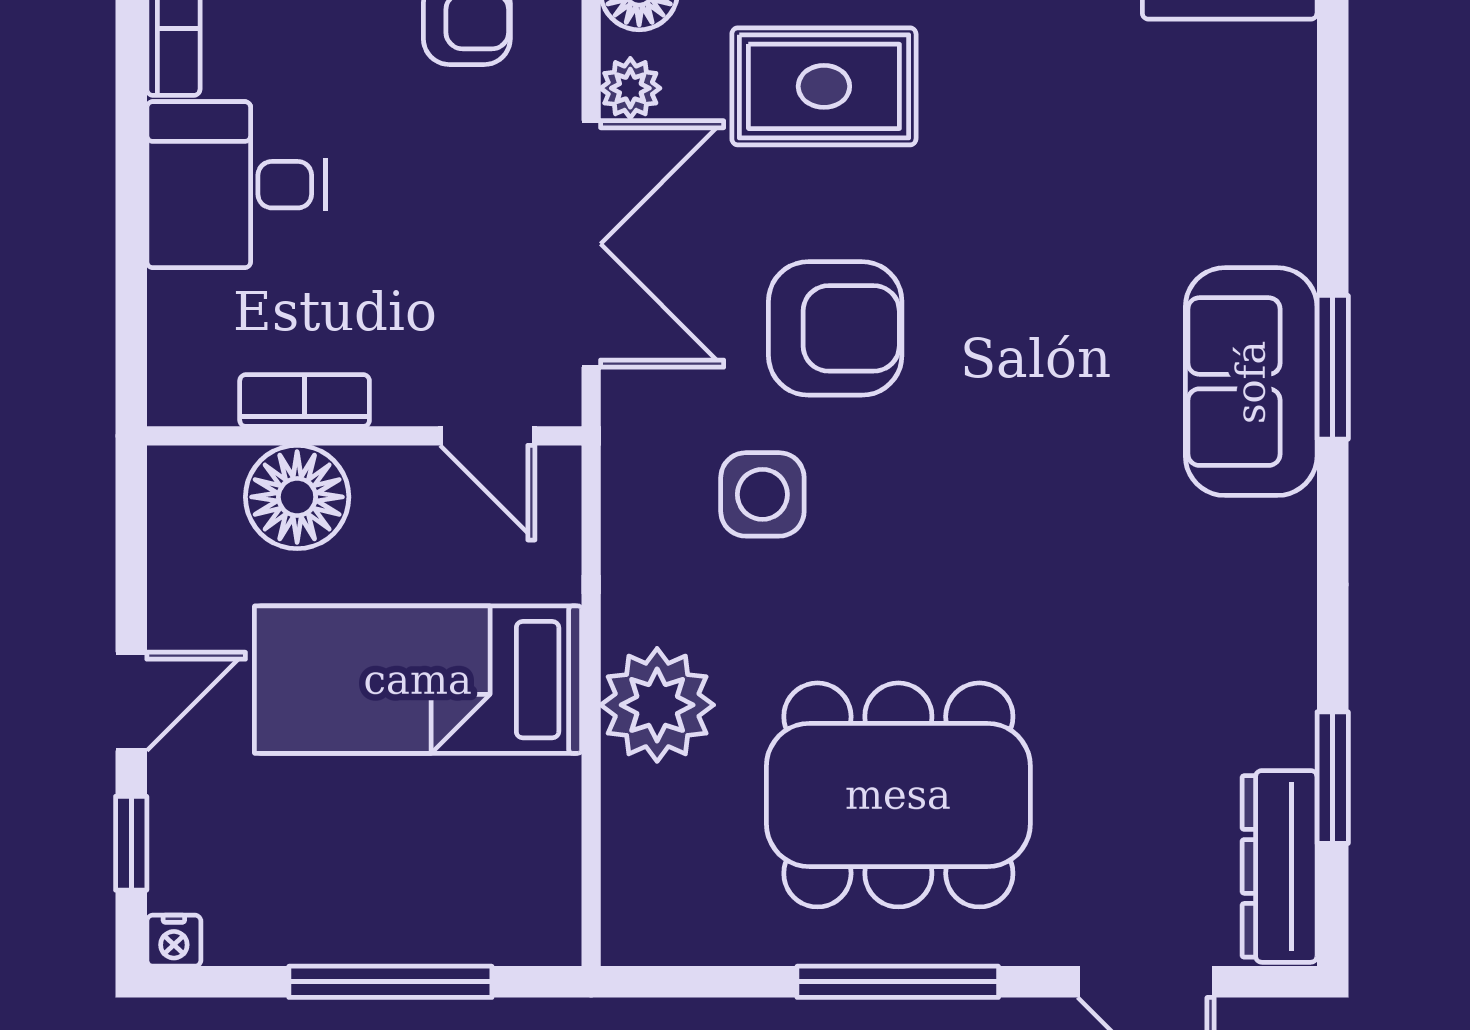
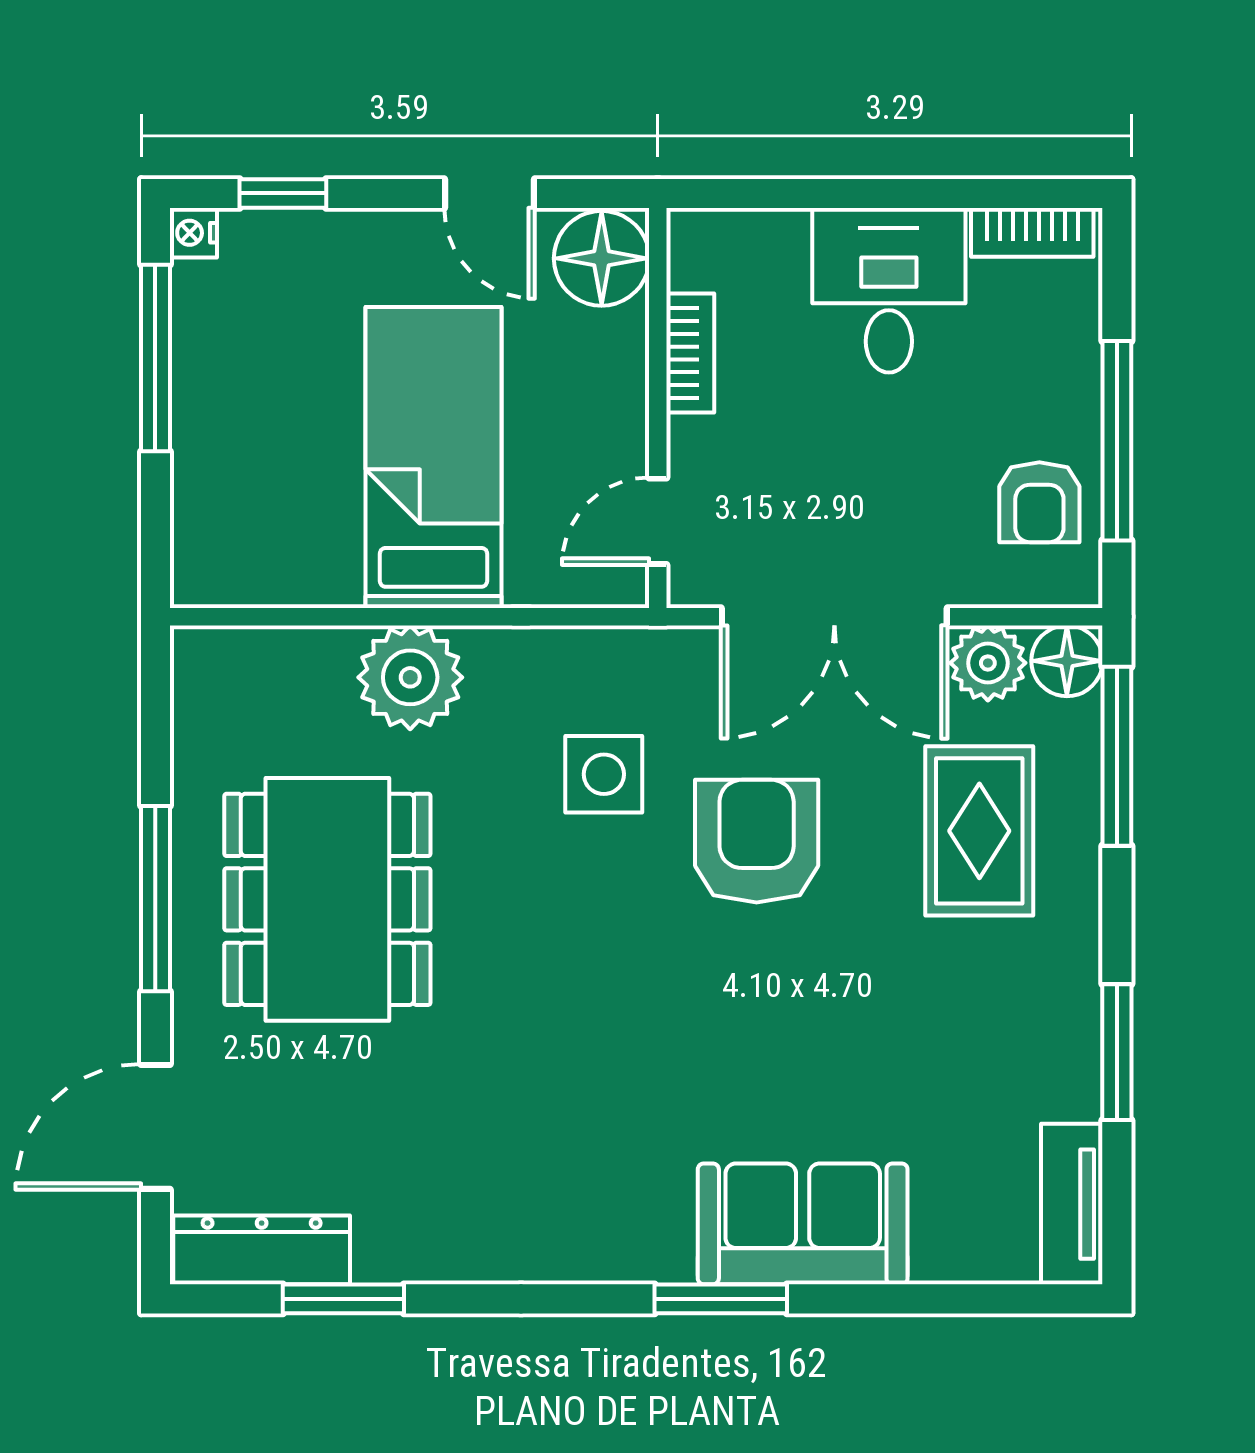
plant: (630, 88) -> (988, 663), width x1.38, depth x1.38
armchair: (835, 328) -> (757, 841), turned 180
sofa: (1251, 382) -> (803, 1224), moved
floor lamp: (297, 497) -> (602, 258), moved
door: (131, 701) -> (490, 193), moved
window: (390, 982) -> (155, 358), moved

